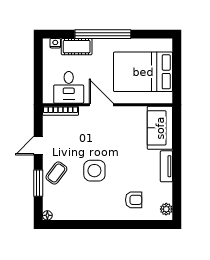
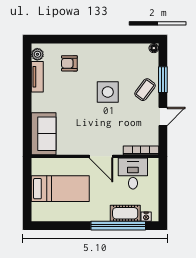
window: (103, 34) -> (118, 226), moved
bed: (143, 72) -> (60, 189), width x0.67
tv unit: (166, 166) -> (37, 77), moved

